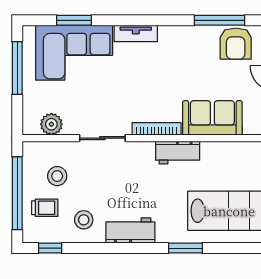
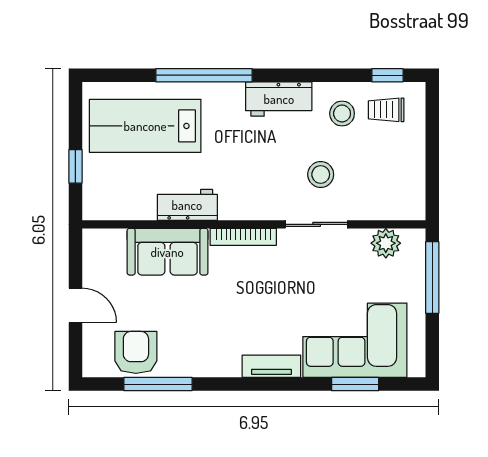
window: (17, 68) -> (432, 277), moved
workbench: (178, 152) -> (187, 205), moved
stool: (57, 176) -> (321, 174), moved
window: (17, 193) -> (432, 150), removed
trolley: (45, 208) -> (386, 110), moved
window: (185, 248) -> (204, 75), width x2.11

